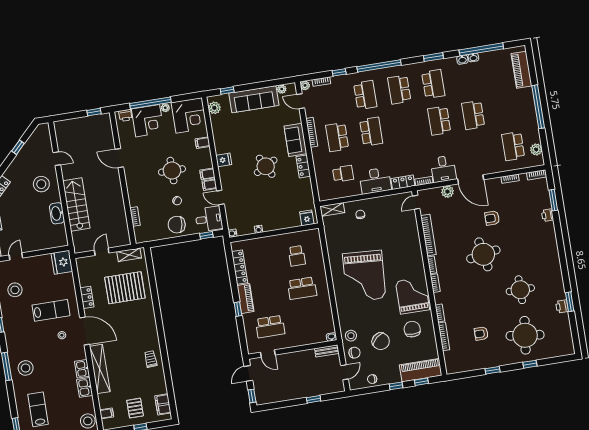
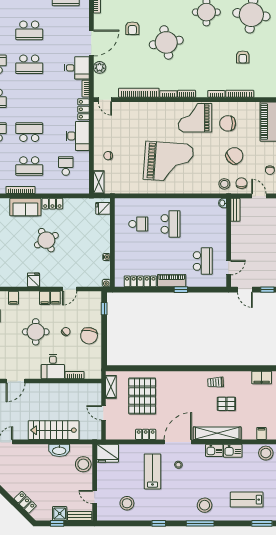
stool: (41, 184) -> (83, 464), moved
desk: (209, 219) -> (53, 366), moved, turned 180
pallet: (135, 408) -> (226, 404), moved

